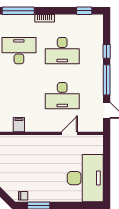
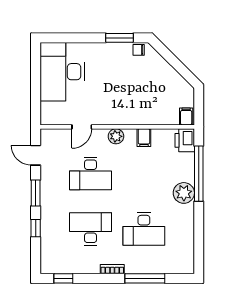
window: (107, 80) -> (36, 193), width x0.69
desk: (62, 96) -> (91, 174), turned 180
plant: (42, 126) -> (116, 136), added

